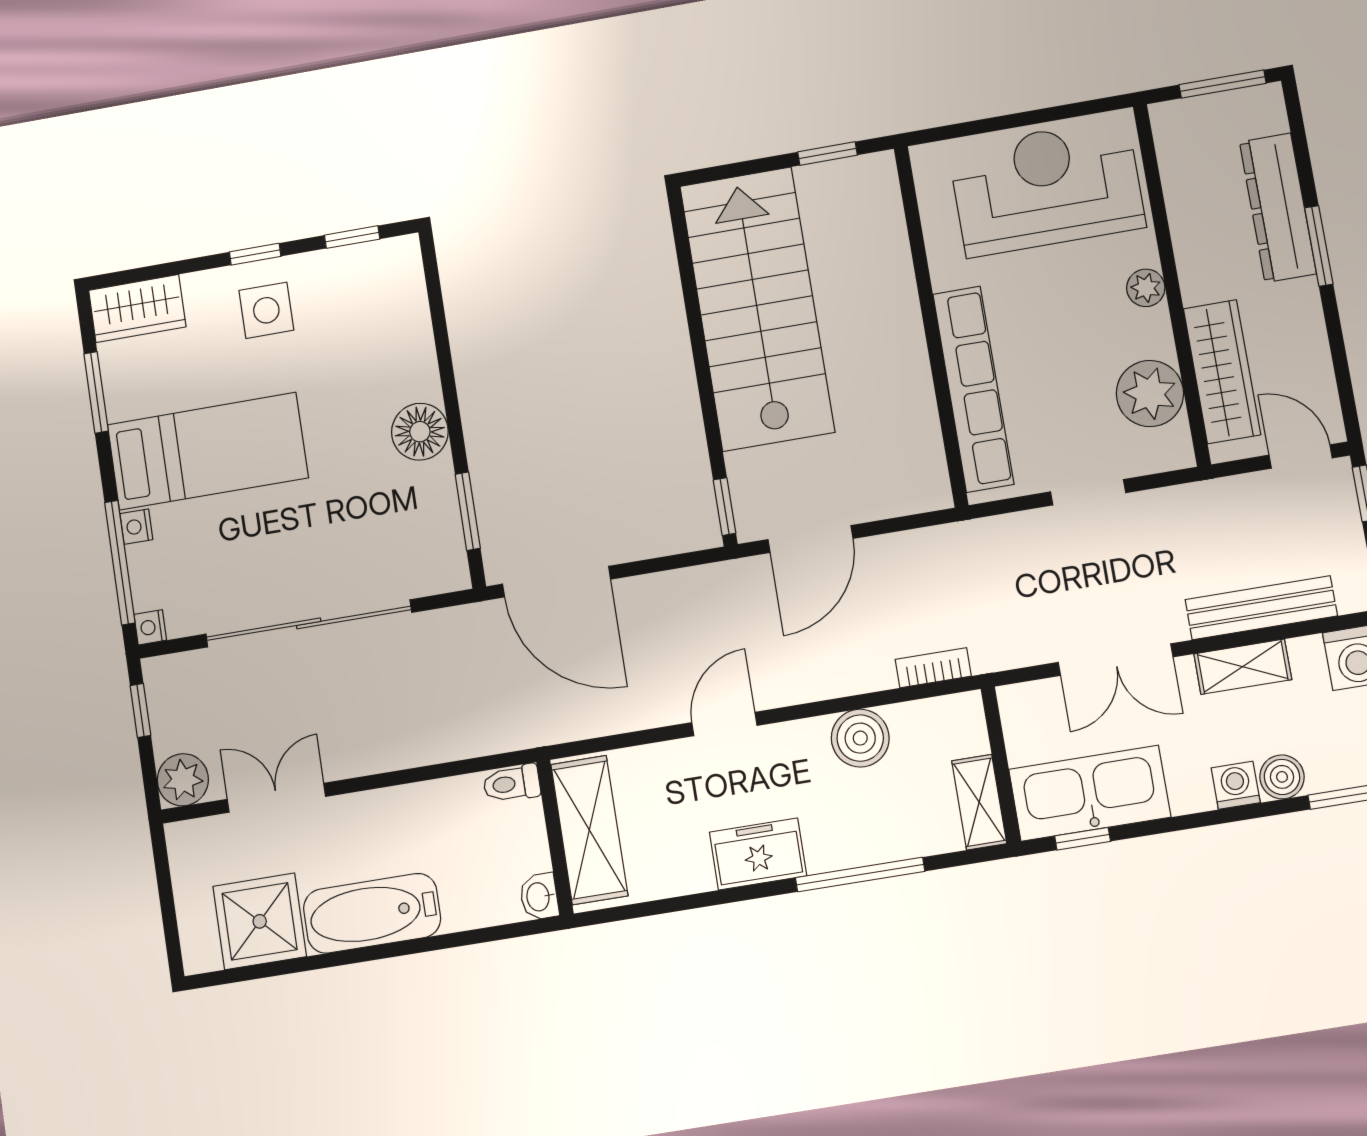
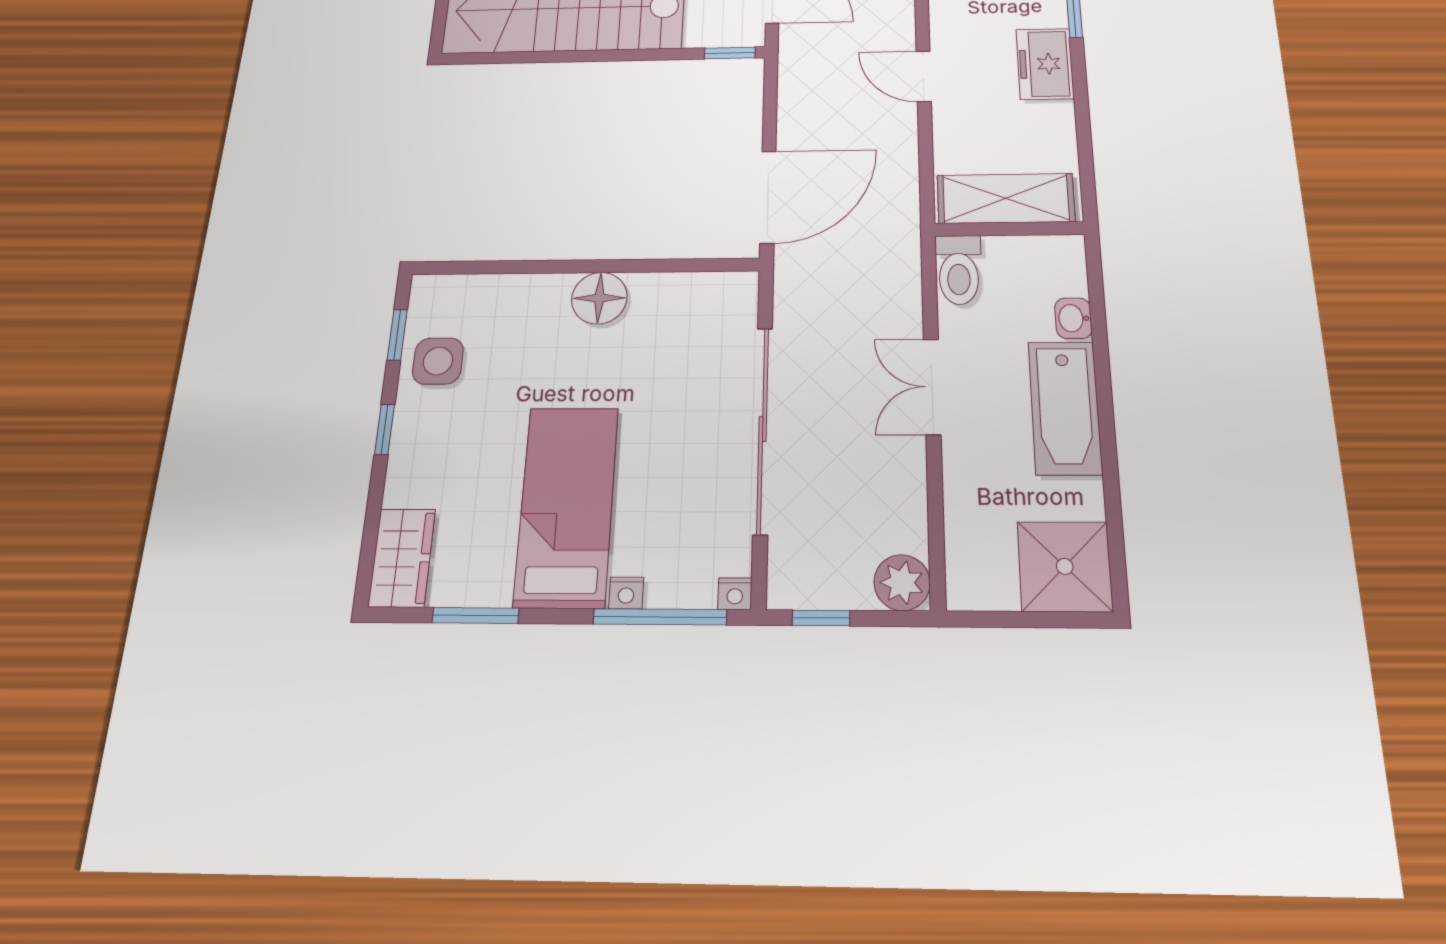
side table: (266, 310) -> (438, 361), moved
window: (468, 511) -> (685, 265), removed
toilet: (512, 783) -> (959, 270), width x1.37, depth x1.39
double door: (276, 798) -> (932, 387), moved
washbasin: (539, 897) -> (1073, 318), moved, turned 90
shower: (260, 921) -> (1065, 566), moved

